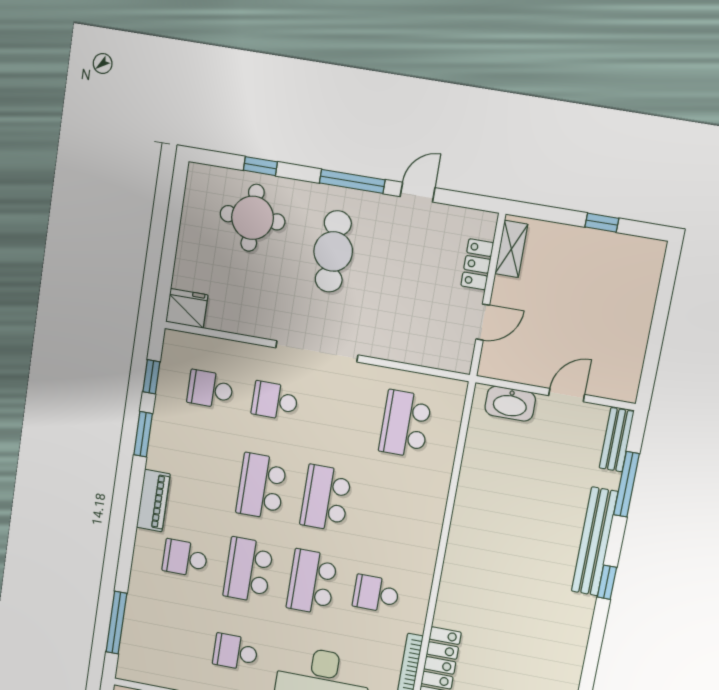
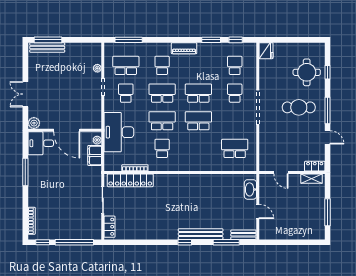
window: (602, 223) -> (327, 212), width x2.17
locker: (477, 264) -> (315, 166), moved
school desk: (173, 640) -> (126, 65), added

